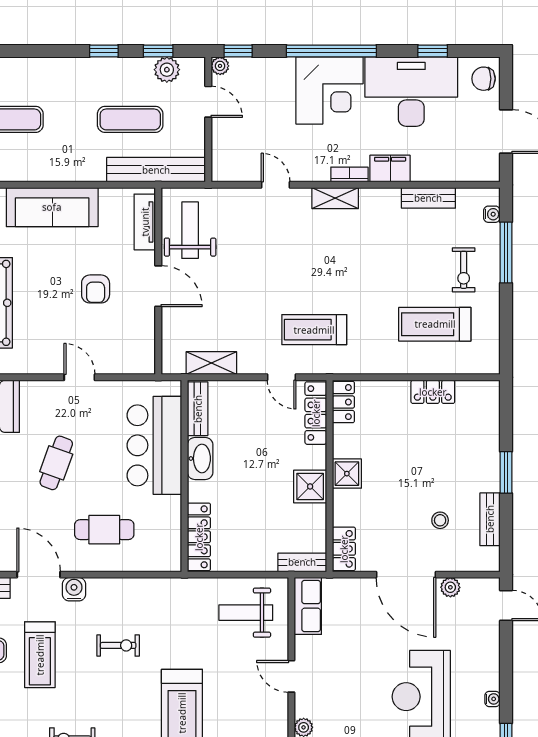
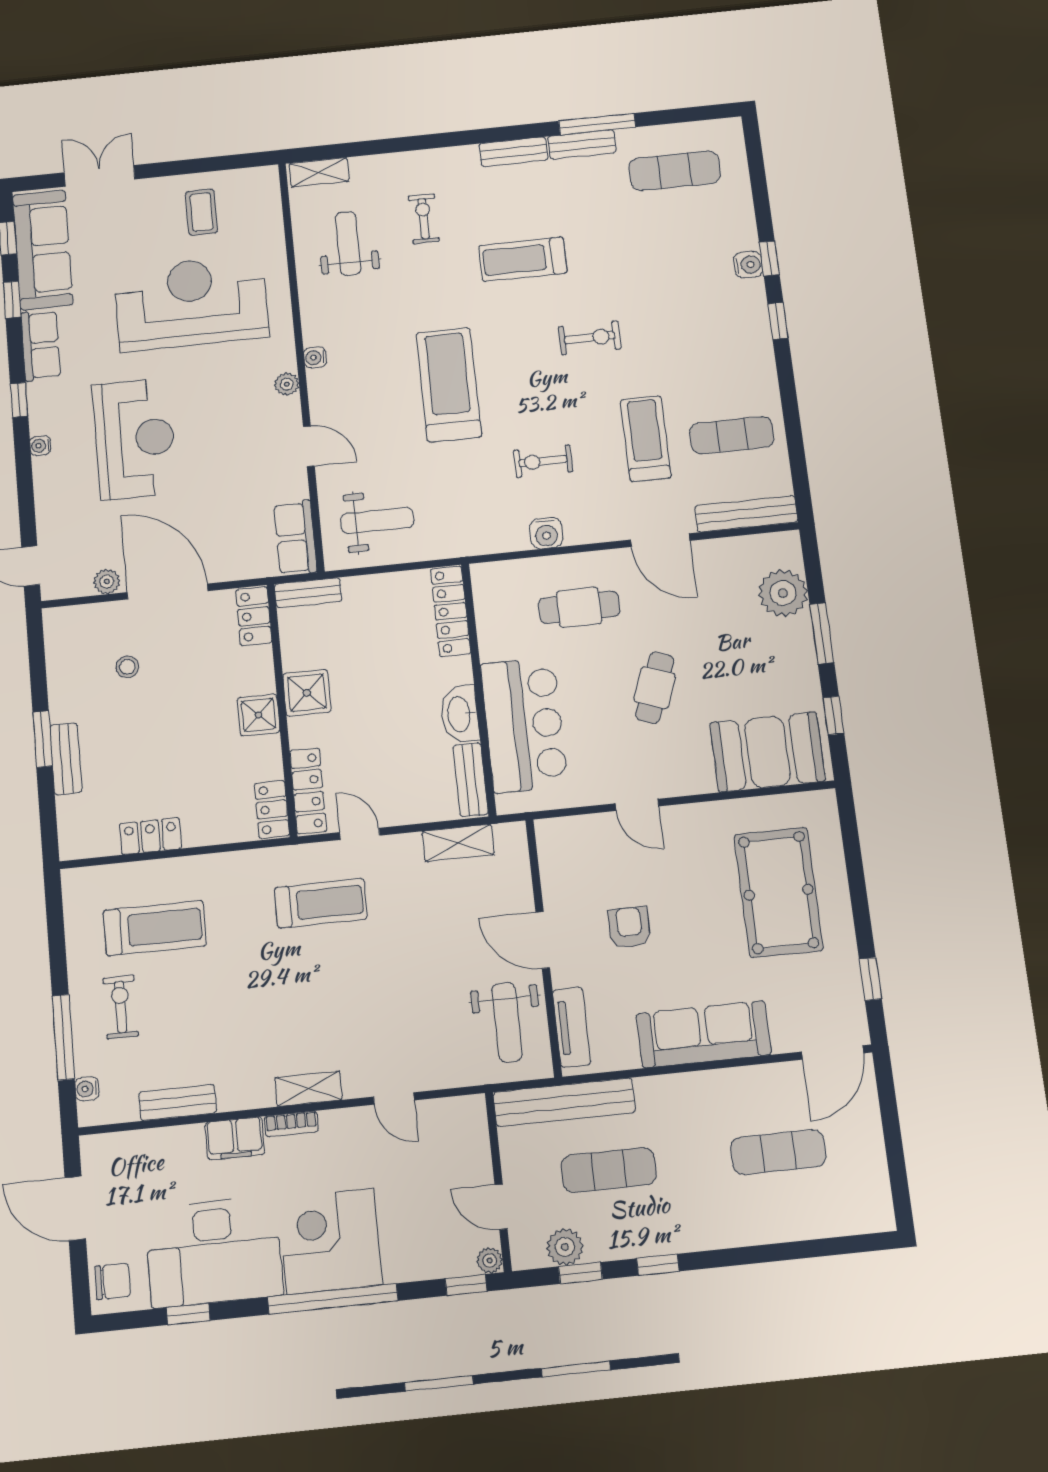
bench: (490, 519) -> (66, 759), moved
water cooler: (74, 589) -> (546, 533), moved

